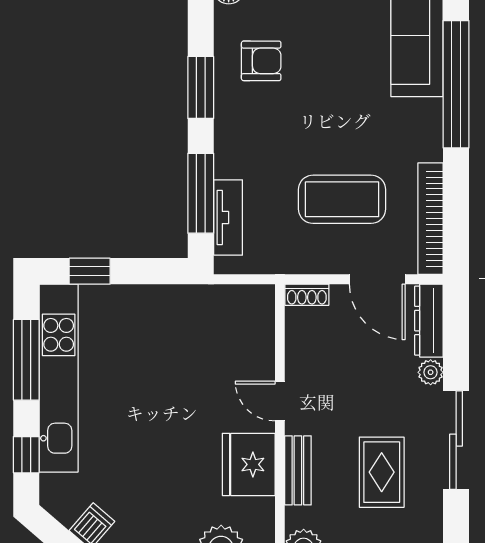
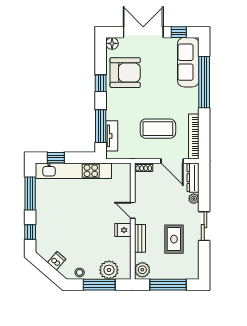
armchair: (261, 61) -> (125, 73), width x1.88, depth x1.88
window: (201, 87) -> (101, 83), width x0.67
kitchen unit: (59, 378) -> (73, 171), moved, turned 90
sliding door: (456, 440) -> (204, 226), width x0.73
fridge: (249, 464) -> (123, 230), width x0.53, depth x0.75

